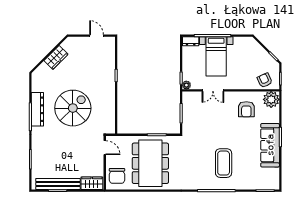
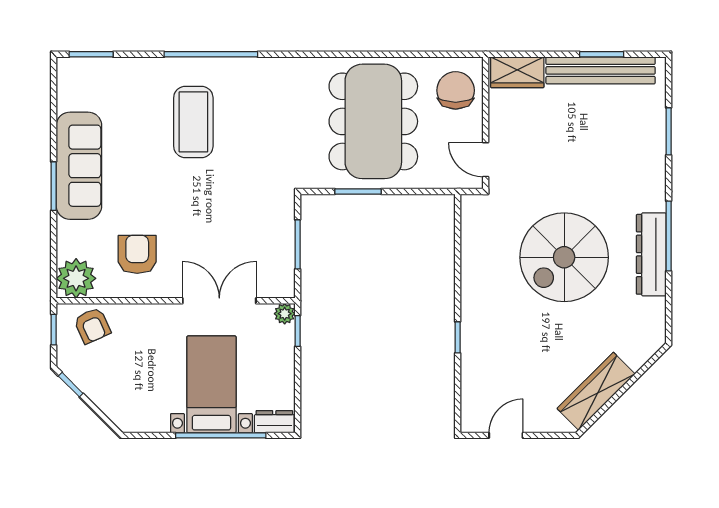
door: (97, 36) -> (506, 435), swing flipped
wardrobe: (56, 57) -> (596, 391), width x1.50
double door: (213, 90) -> (219, 301), width x1.37

